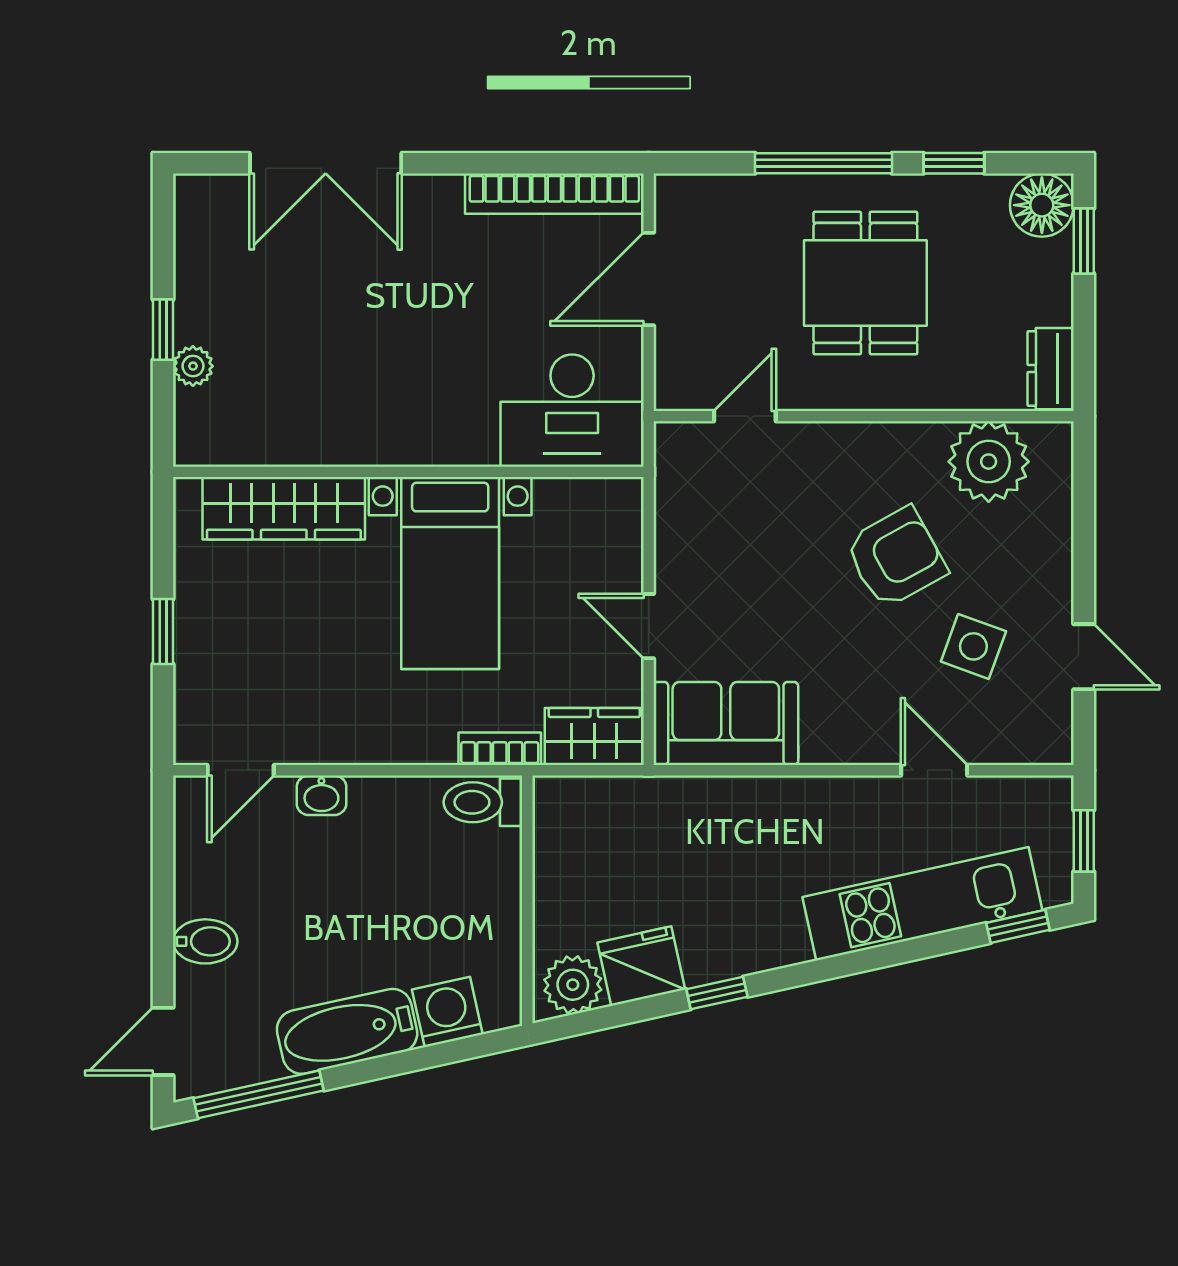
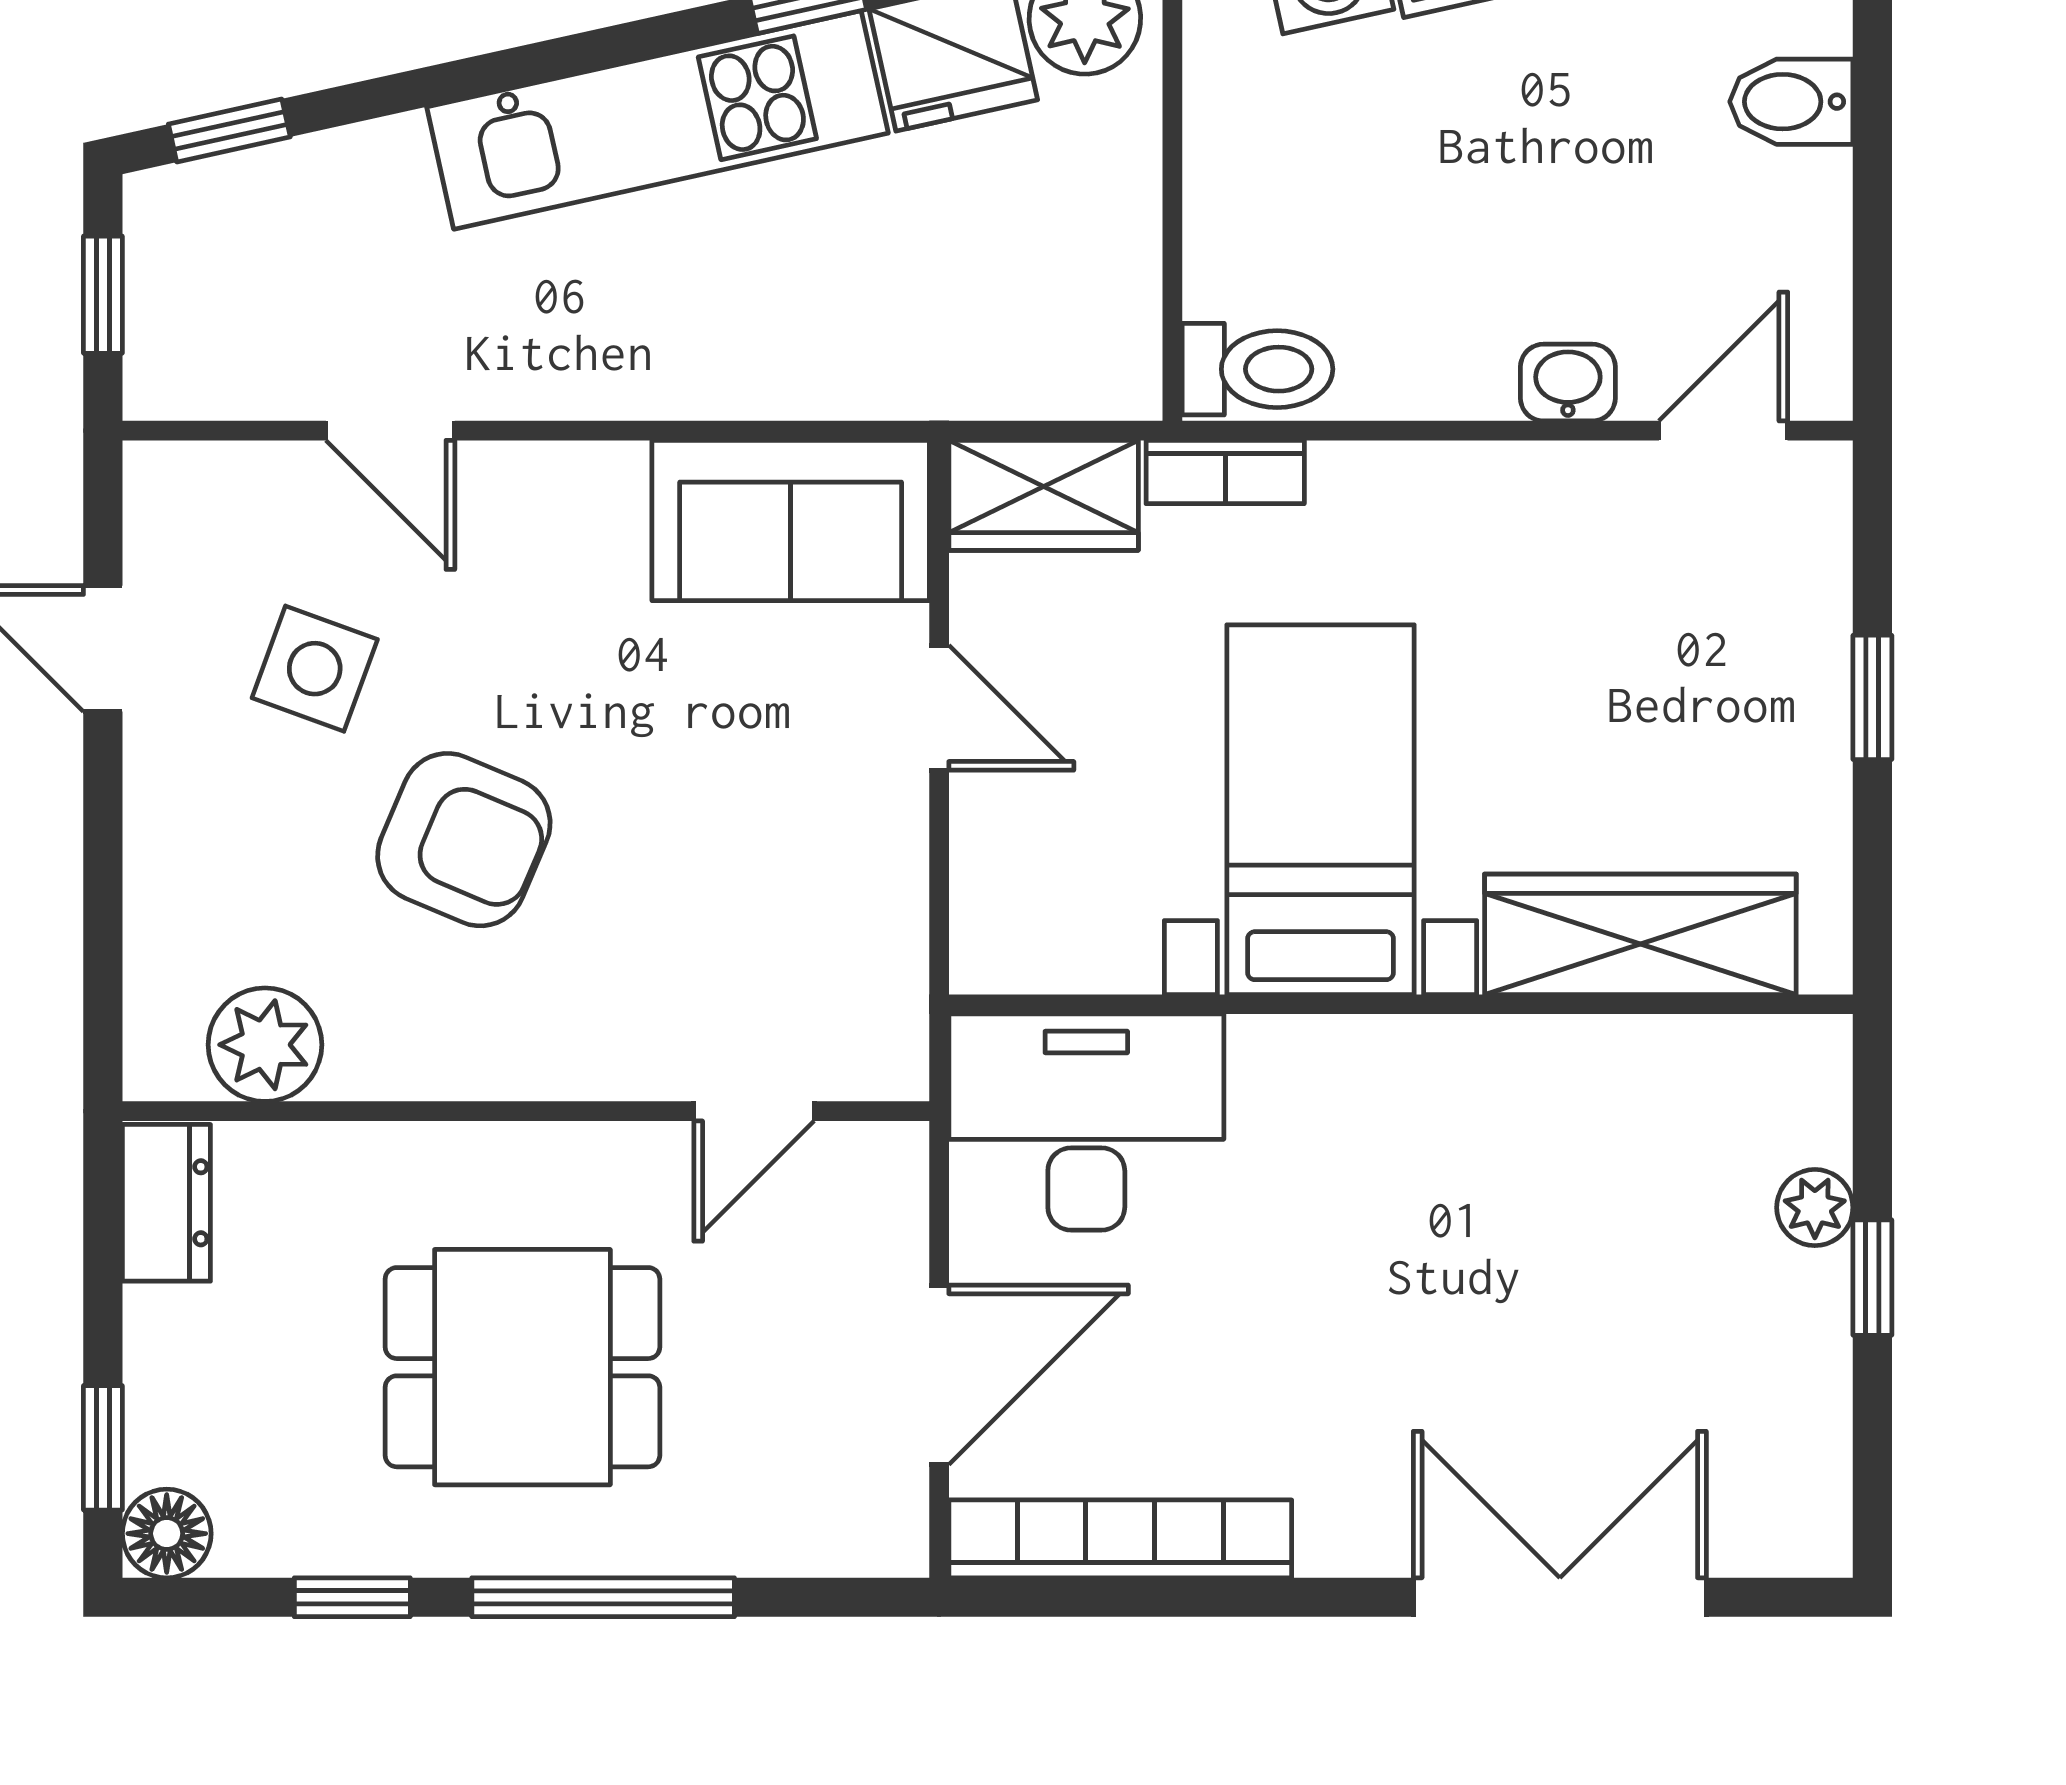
floor lamp: (1042, 205) -> (167, 1534), width x0.73, depth x0.73
dining table: (865, 283) -> (522, 1367), turned 90
plant: (989, 462) -> (265, 1045), width x0.73, depth x0.73
armchair: (896, 557) -> (464, 840), turned -128
kitchen unit: (922, 904) -> (657, 120), moved

